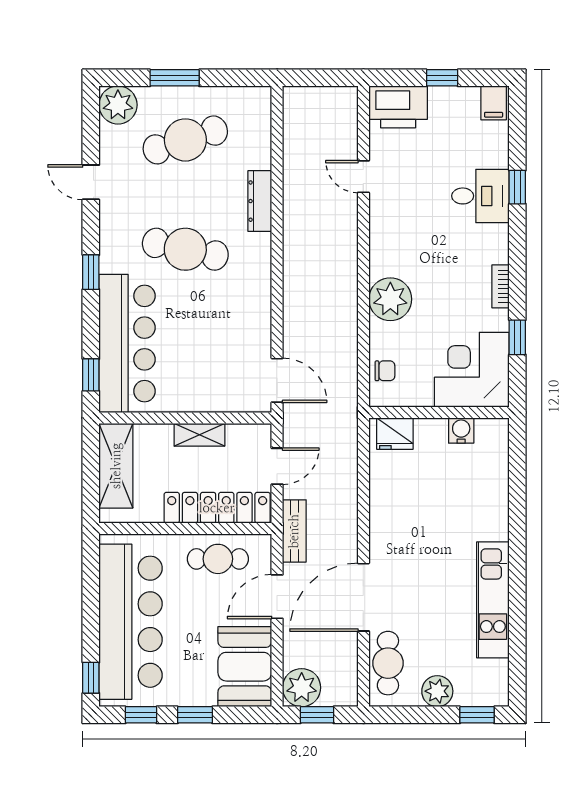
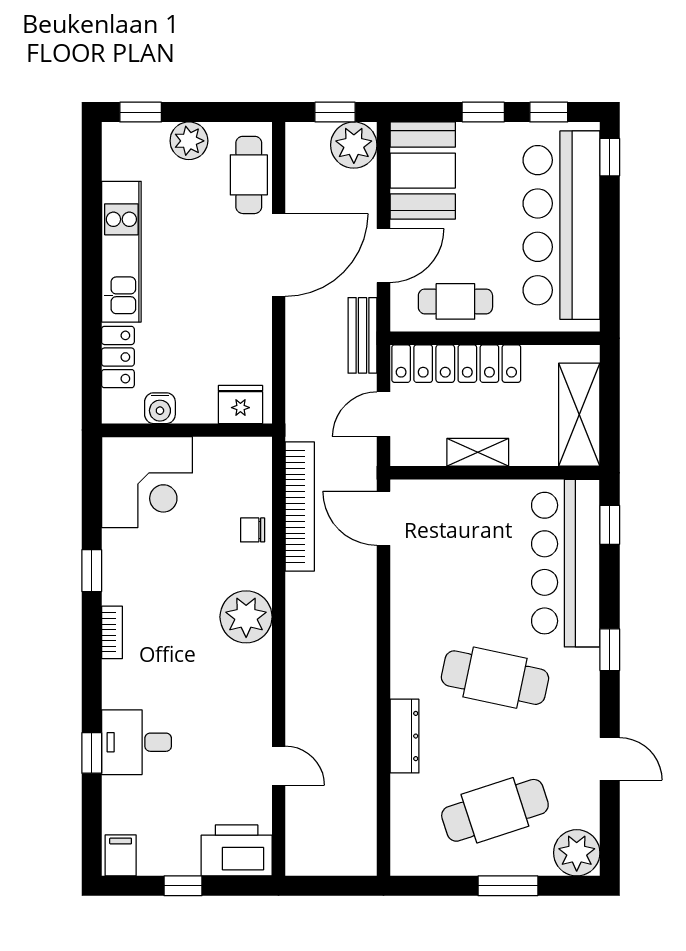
corner desk: (472, 370) -> (147, 482), moved
bookcase: (346, 390) -> (300, 506), added
wall: (439, 413) -> (187, 430), moved
water cooler: (461, 431) -> (160, 408), moved
fridge: (395, 434) -> (240, 404), moved
locker: (496, 513) -> (118, 357), added

